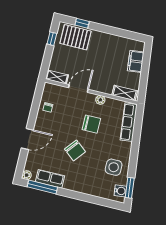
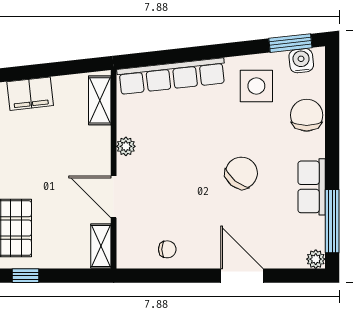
row of seats: (129, 122) -> (172, 76), width x1.36
chair: (91, 124) -> (307, 115), moved
row of seats: (50, 179) -> (312, 187), moved

